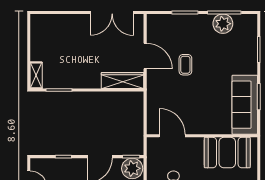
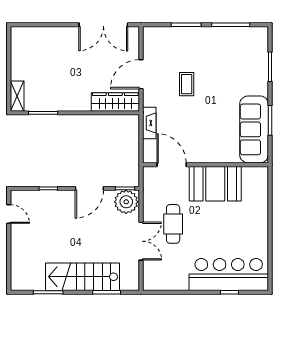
plant: (223, 24) -> (229, 38), removed
door: (145, 56) -> (141, 74), swing flipped
fireplace: (152, 99) -> (149, 123), added
booth: (227, 153) -> (215, 184), moved

